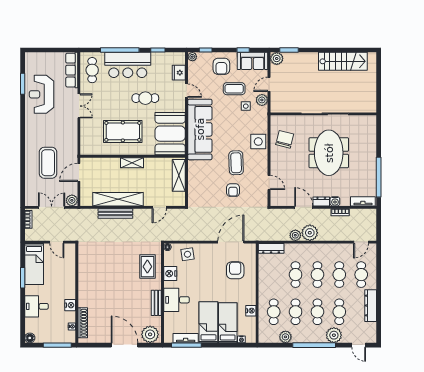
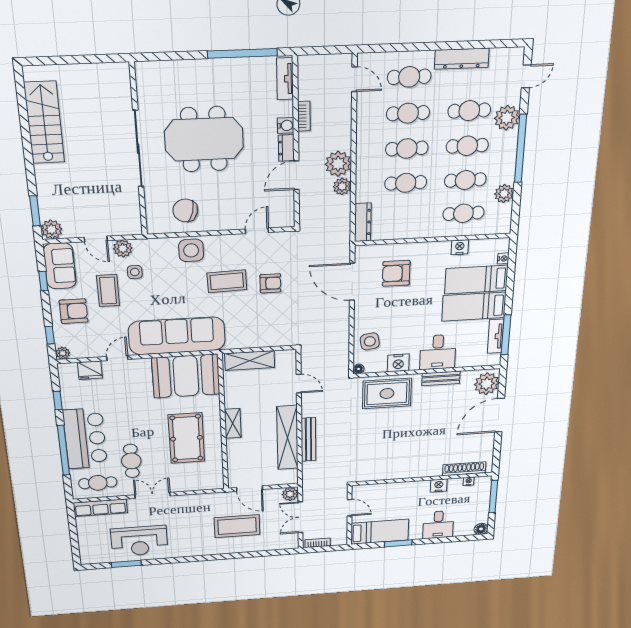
cafe table: (145, 98) -> (131, 461), moved
door: (57, 242) -> (350, 508), hinge flipped
rug: (147, 267) -> (387, 393), width x1.36, depth x1.43

